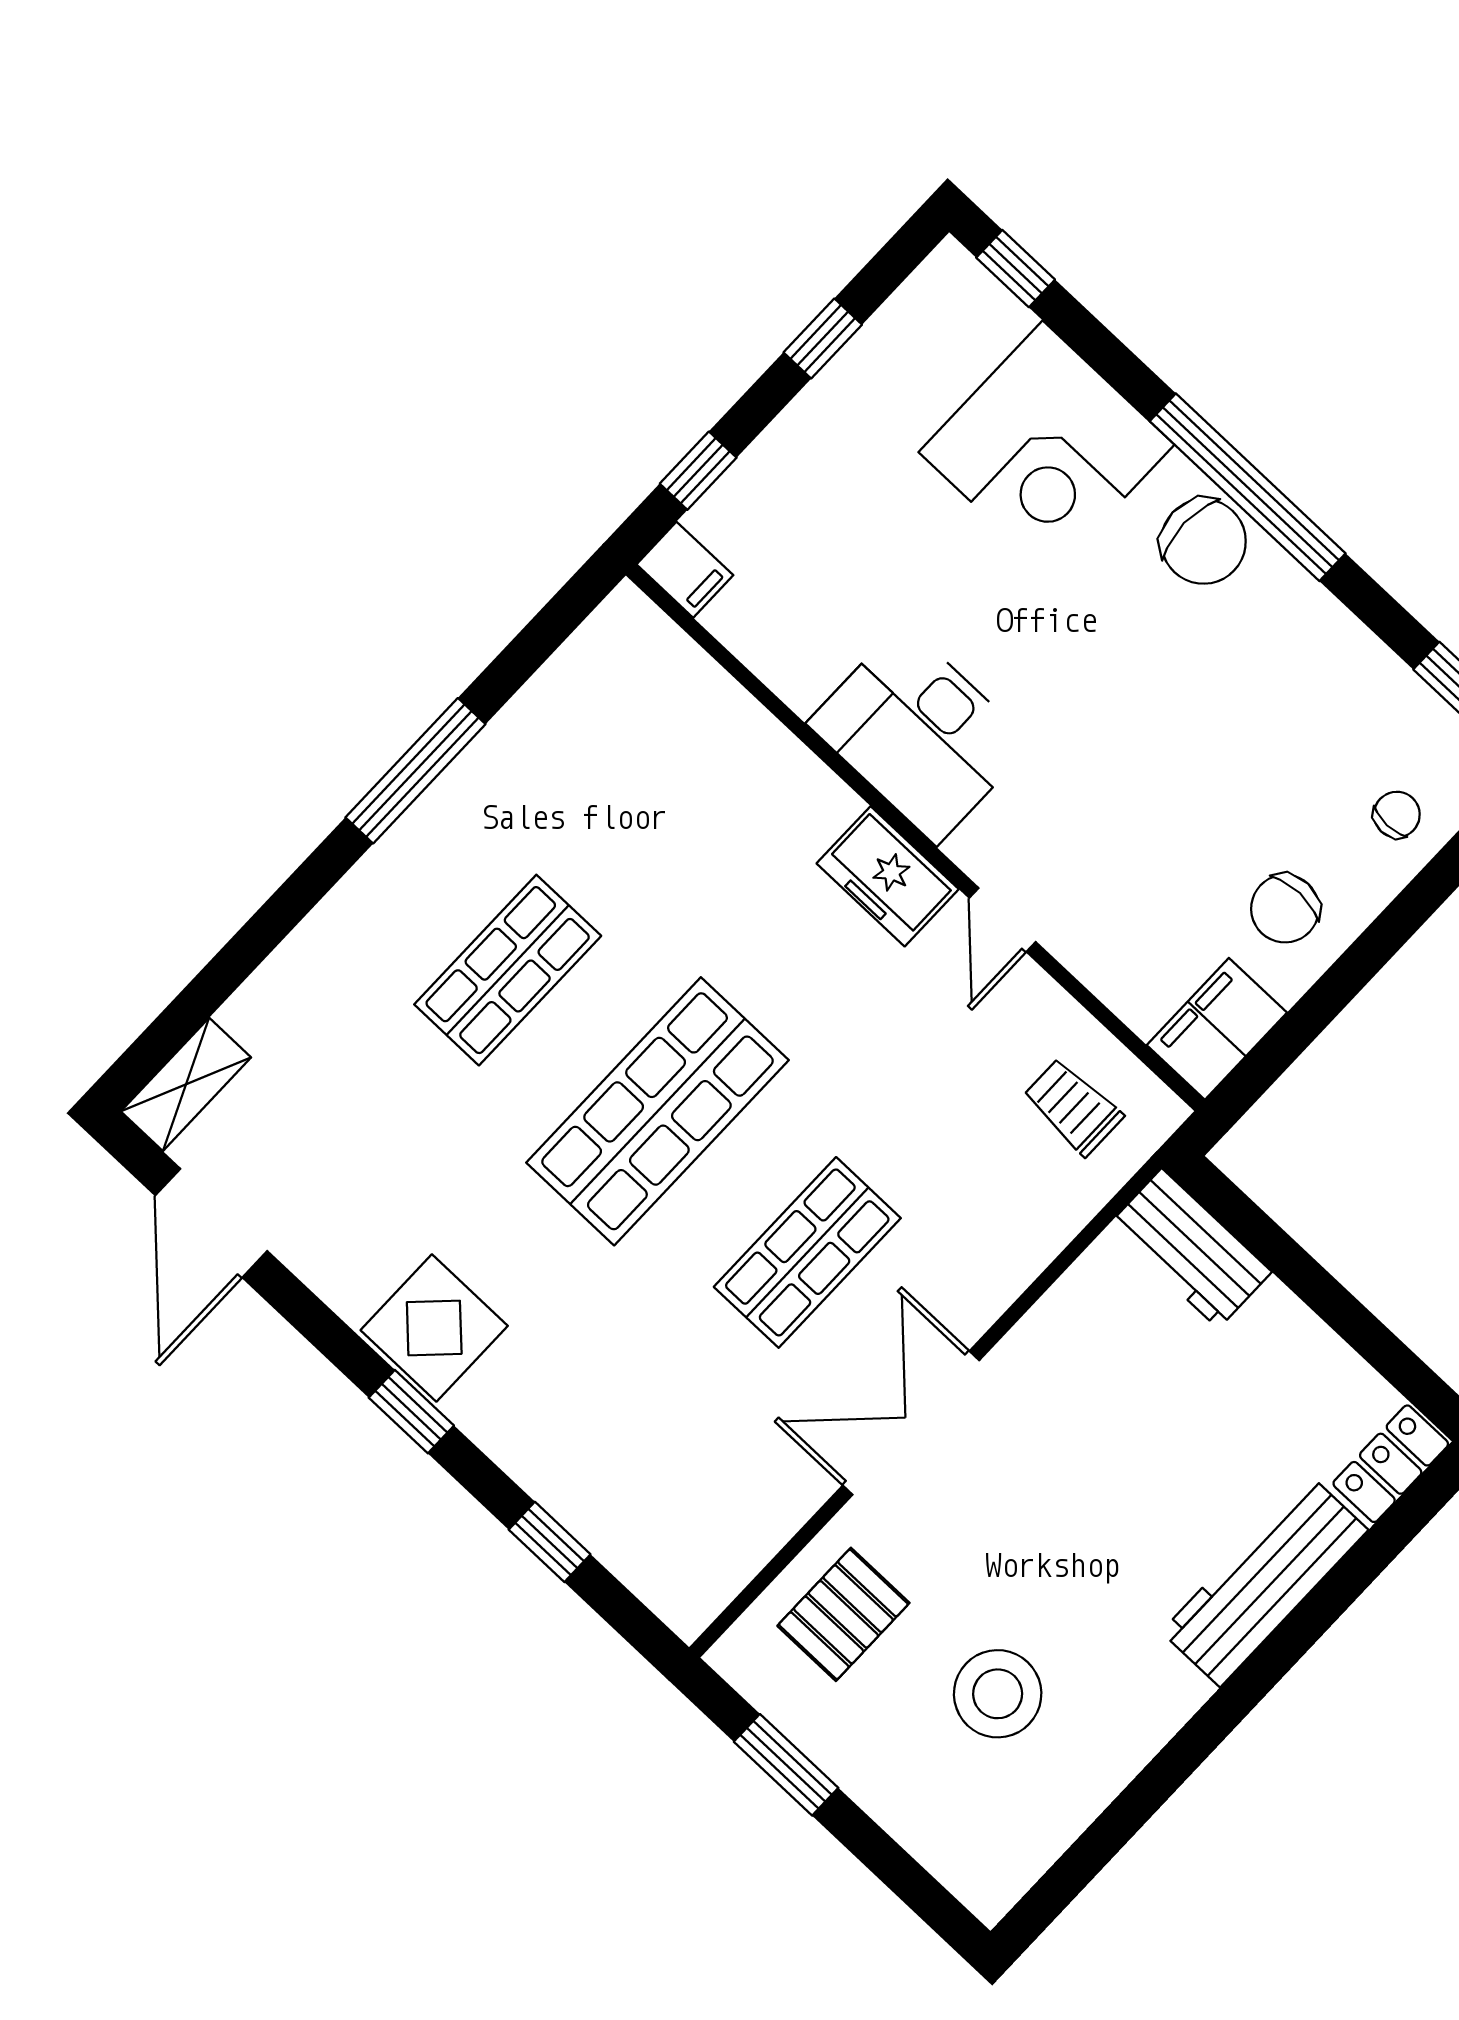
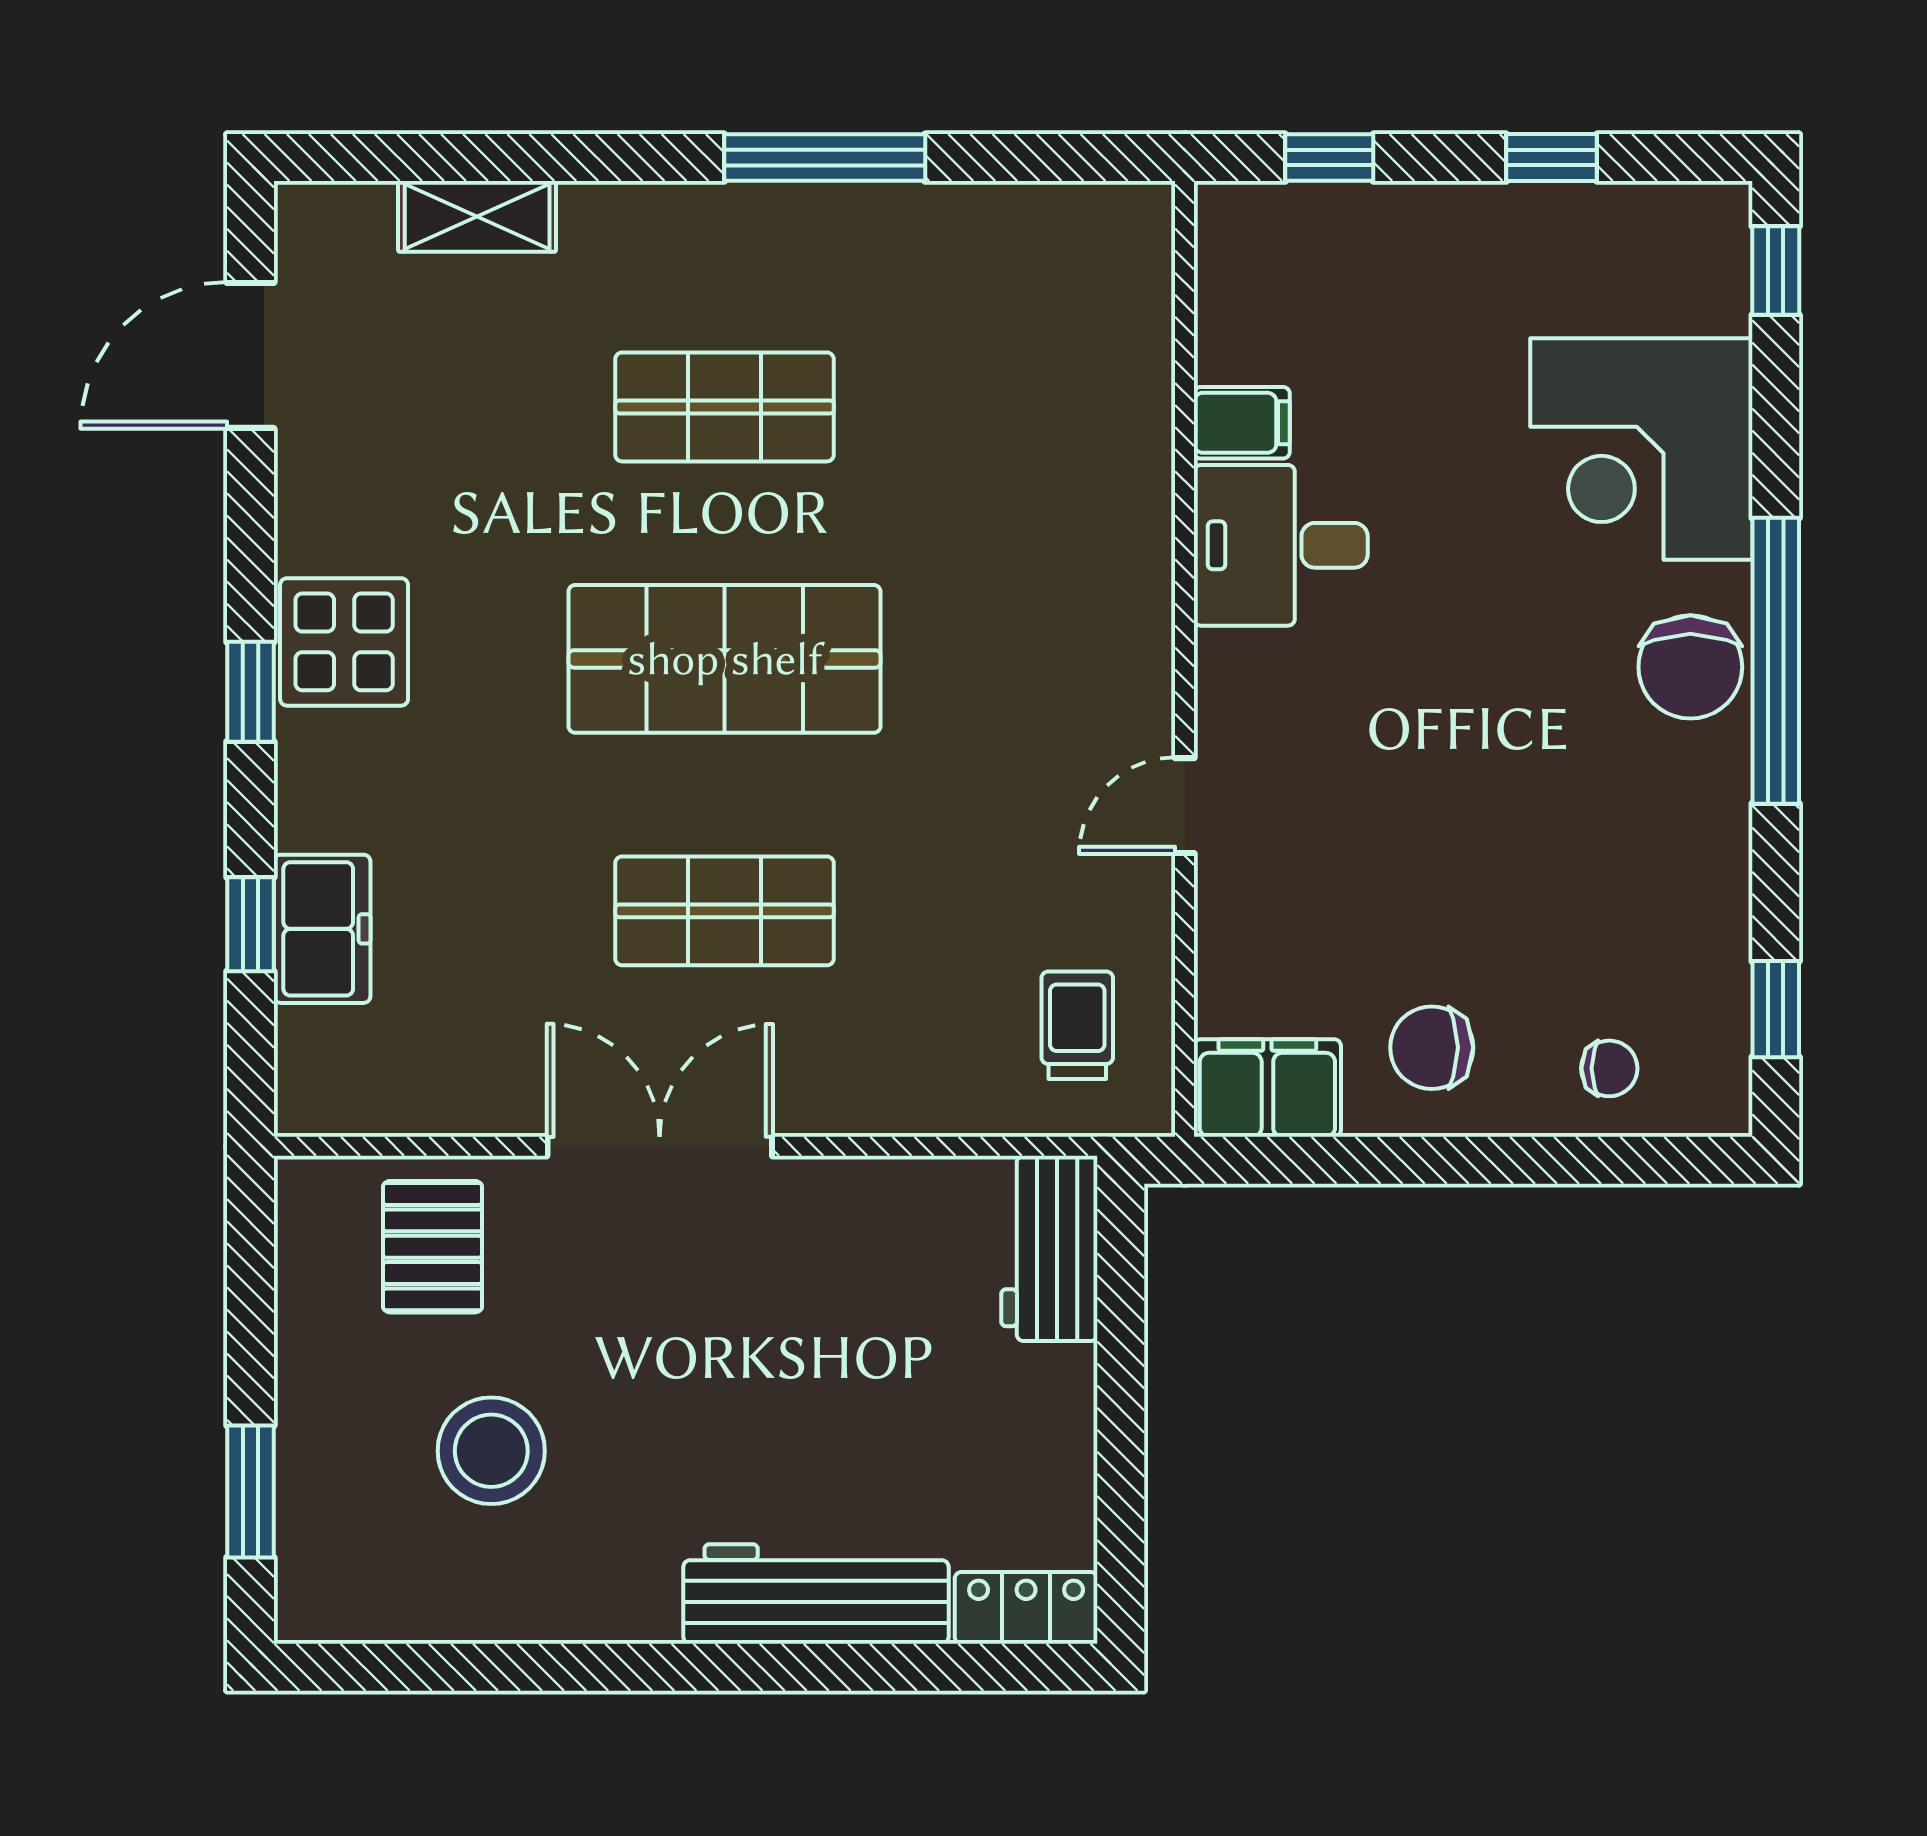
filing cabinet: (685, 570) -> (1242, 423), moved, turned -90
desk: (919, 734) -> (1281, 545), width x0.73
freezer: (888, 876) -> (322, 929), moved, turned 180
shelving: (186, 1084) -> (477, 216), moved
pallet: (843, 1614) -> (433, 1247), turned 90
window: (786, 1765) -> (250, 1492), moved

